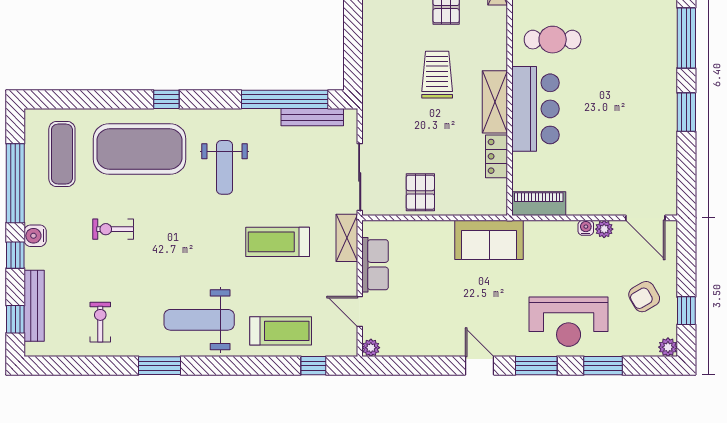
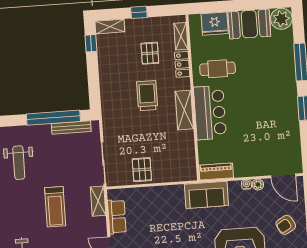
locker: (496, 156) -> (182, 64), moved
sofa: (489, 240) -> (206, 195), moved
treadmill: (278, 242) -> (55, 207), turned -90

